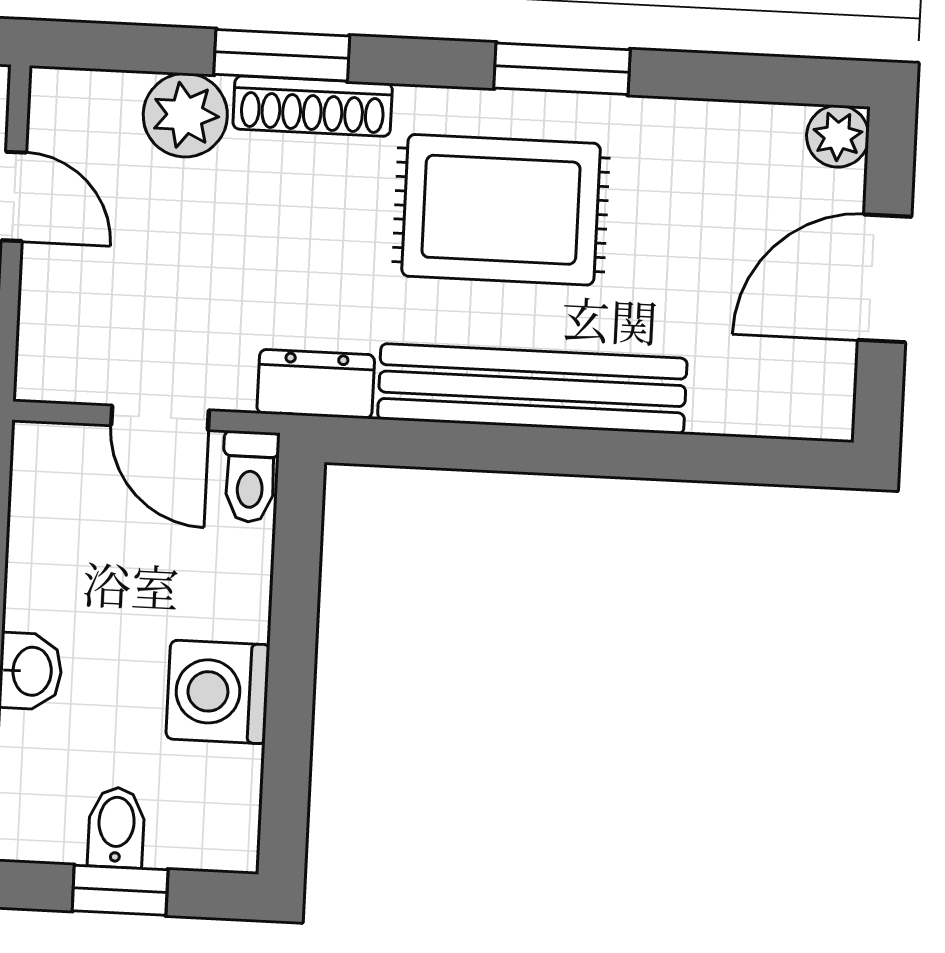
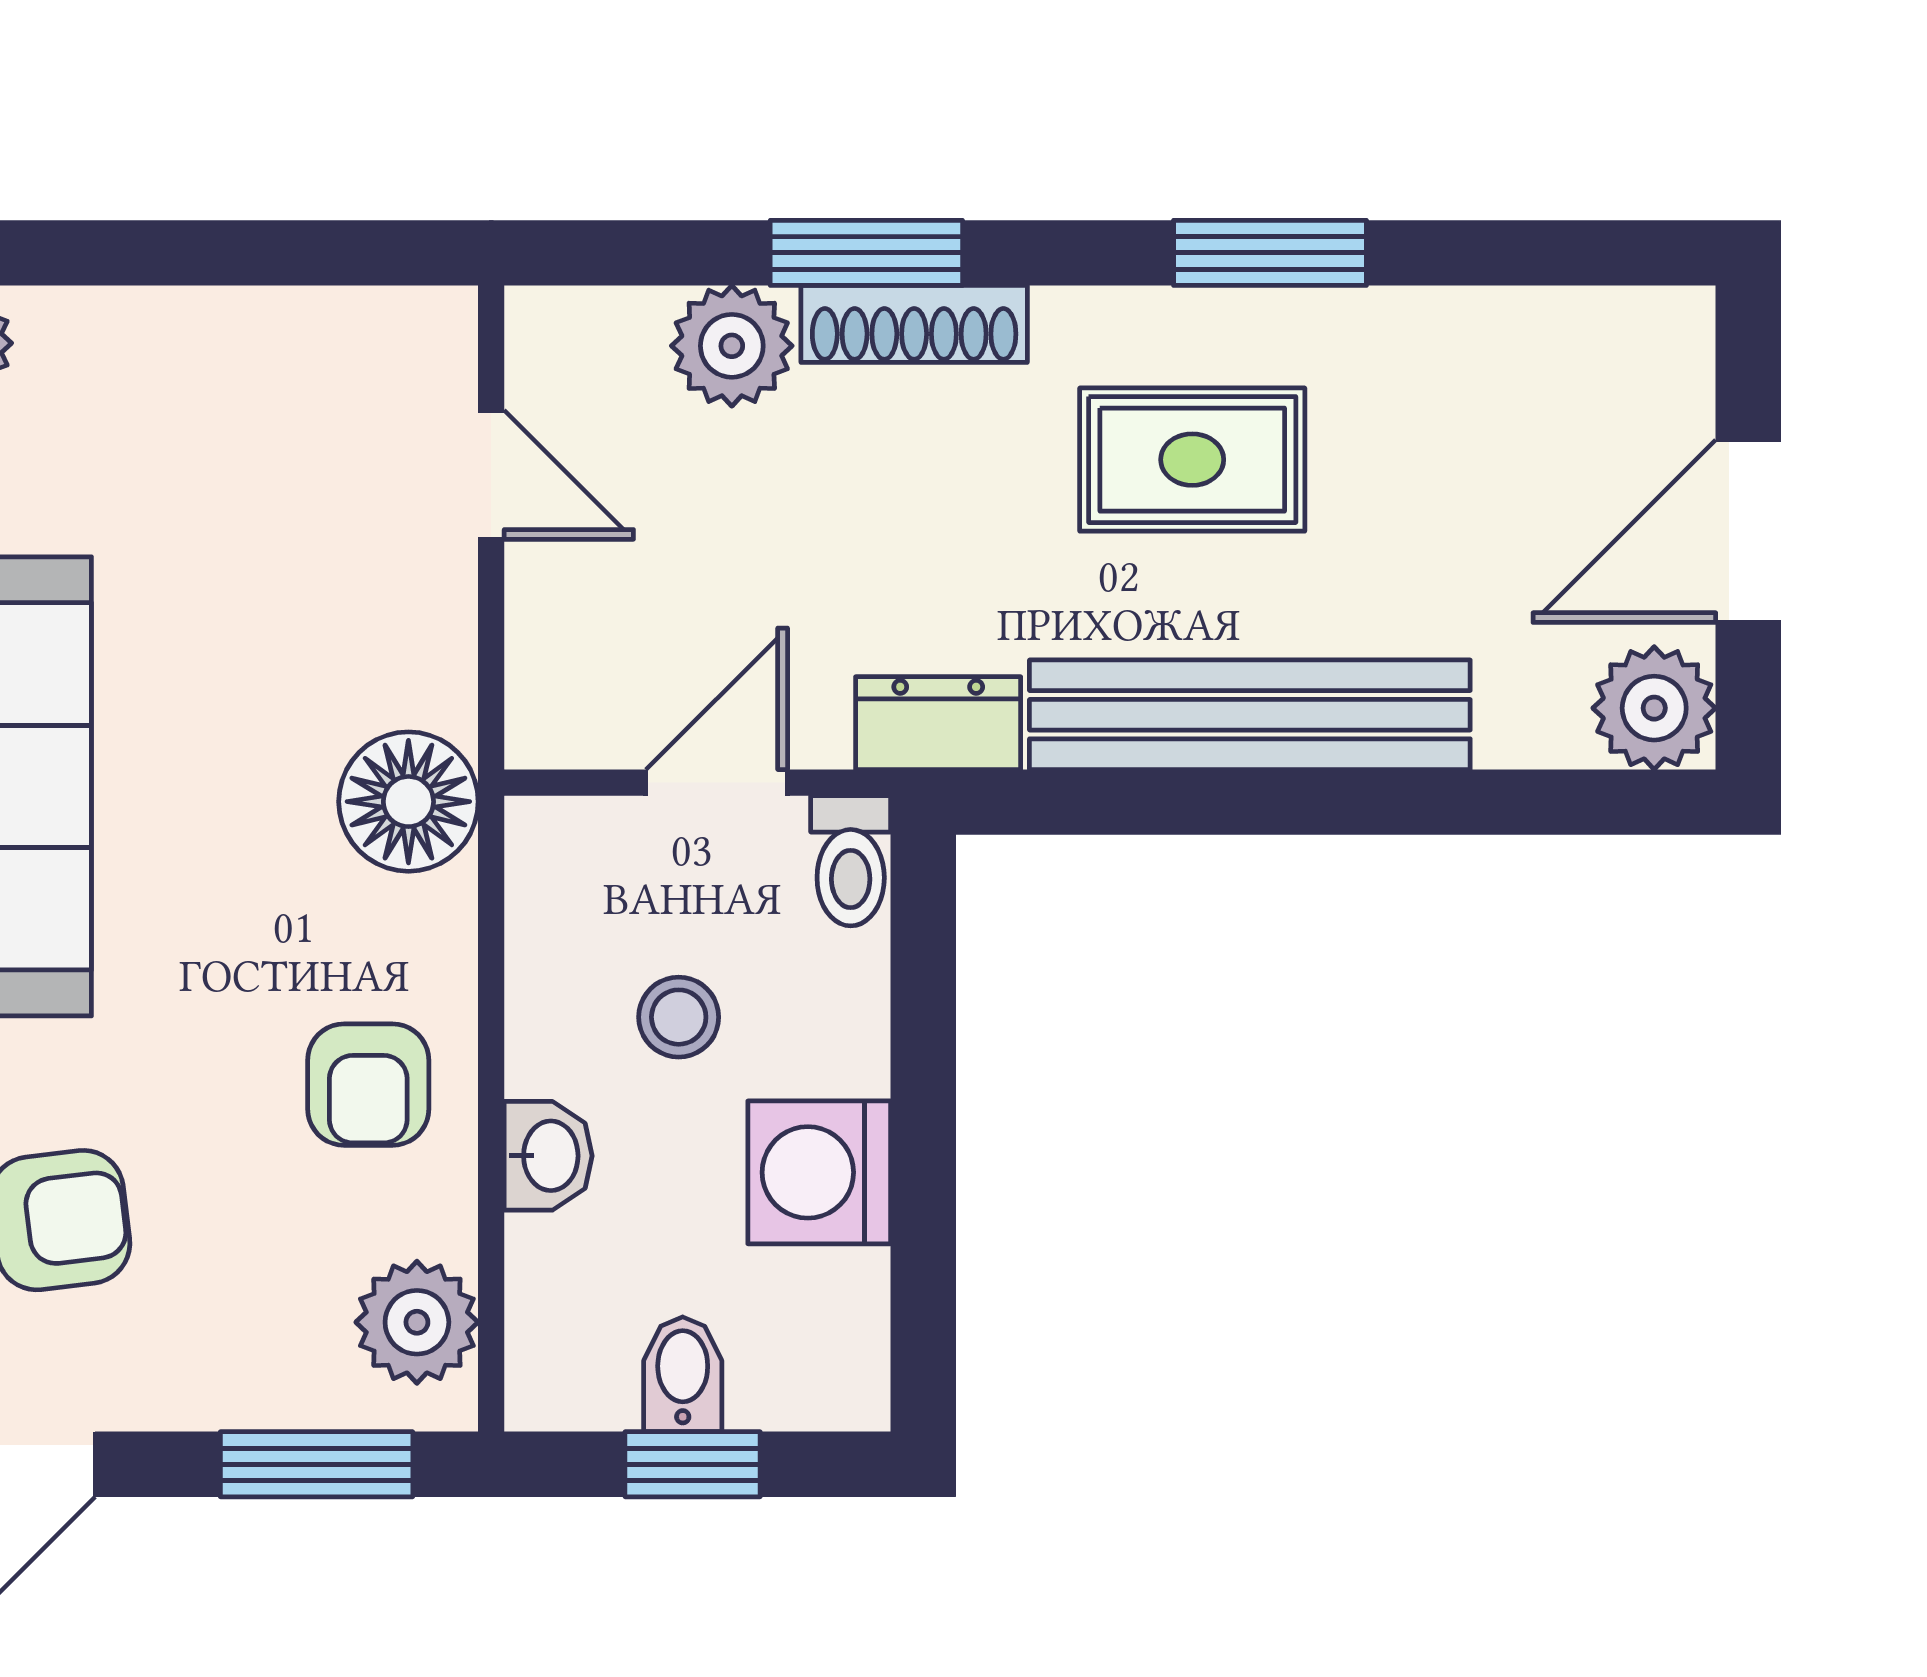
plant: (838, 136) -> (1654, 708), moved, width x1.38, depth x1.38
rug: (501, 210) -> (1192, 460), width x0.73, depth x0.70
door: (160, 418) -> (717, 783), swing flipped
stool: (126, 579) -> (679, 1017), added

